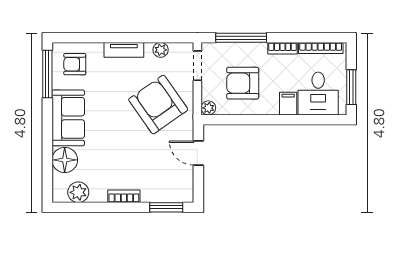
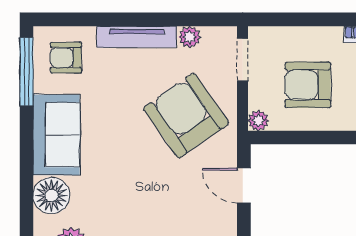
window: (241, 38) -> (305, 19), removed
tv unit: (124, 50) -> (137, 37), width x1.41

